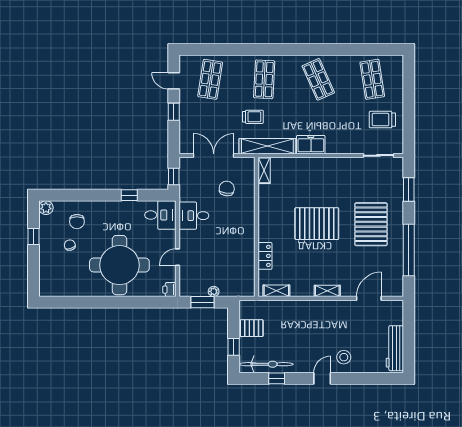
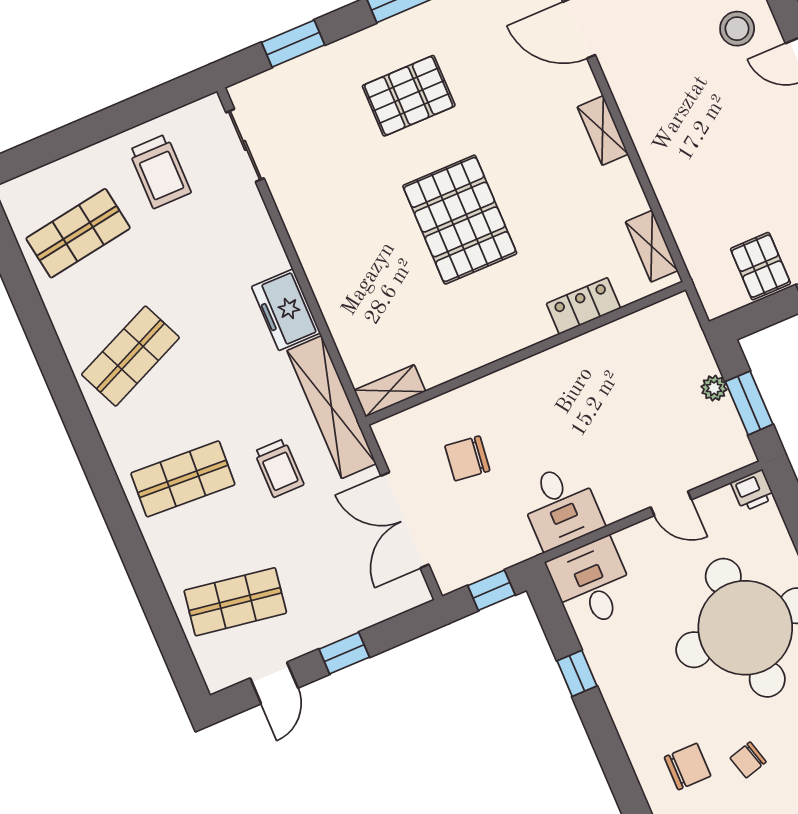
trolley: (253, 117) -> (279, 468), turned 180
pallet: (371, 224) -> (409, 96), width x0.73, depth x0.71

